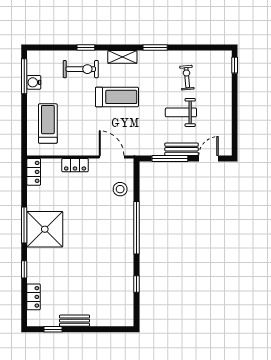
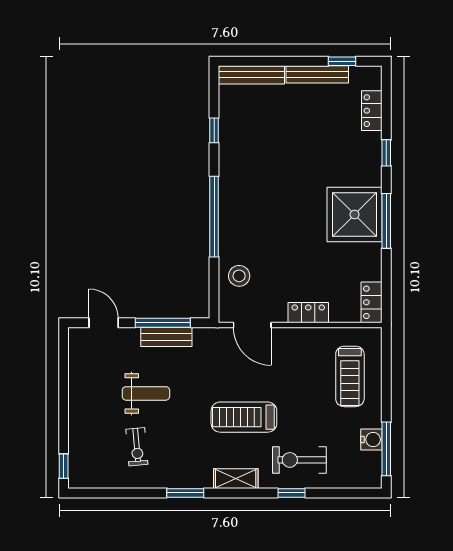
bench: (182, 149) -> (166, 337), moved
door: (208, 158) -> (104, 323), swing flipped
bench: (112, 320) -> (251, 75), added
bench: (75, 321) -> (317, 74), width x1.36

